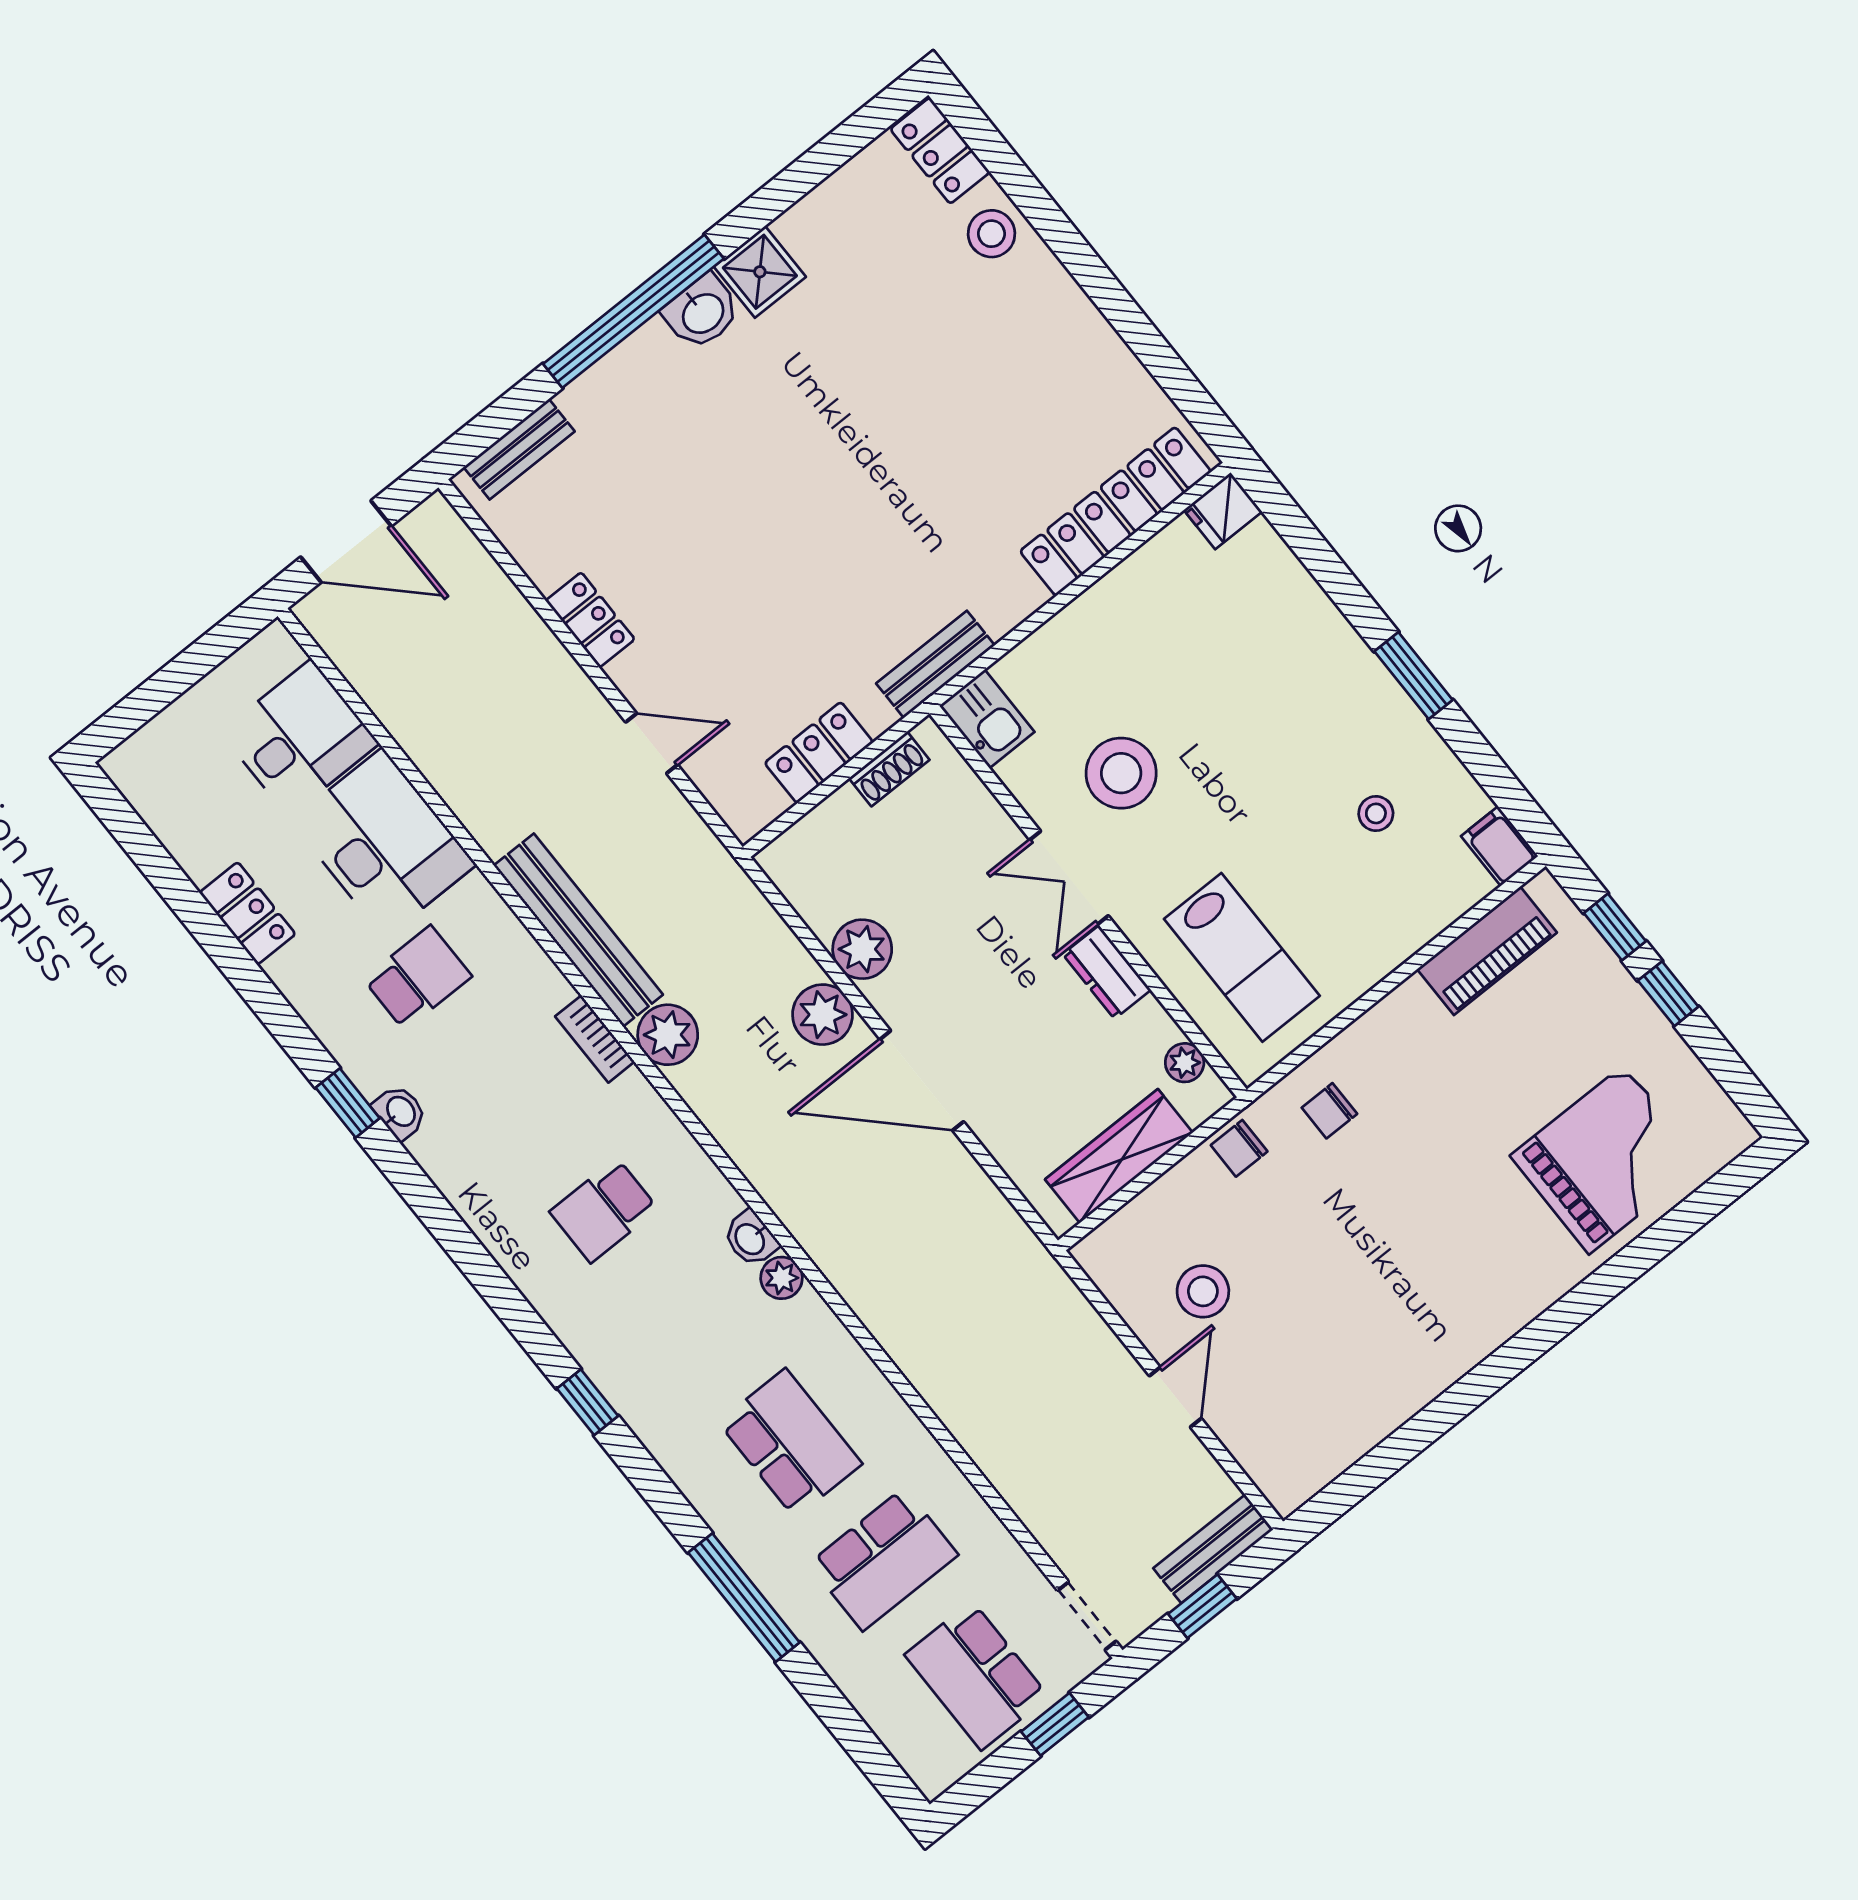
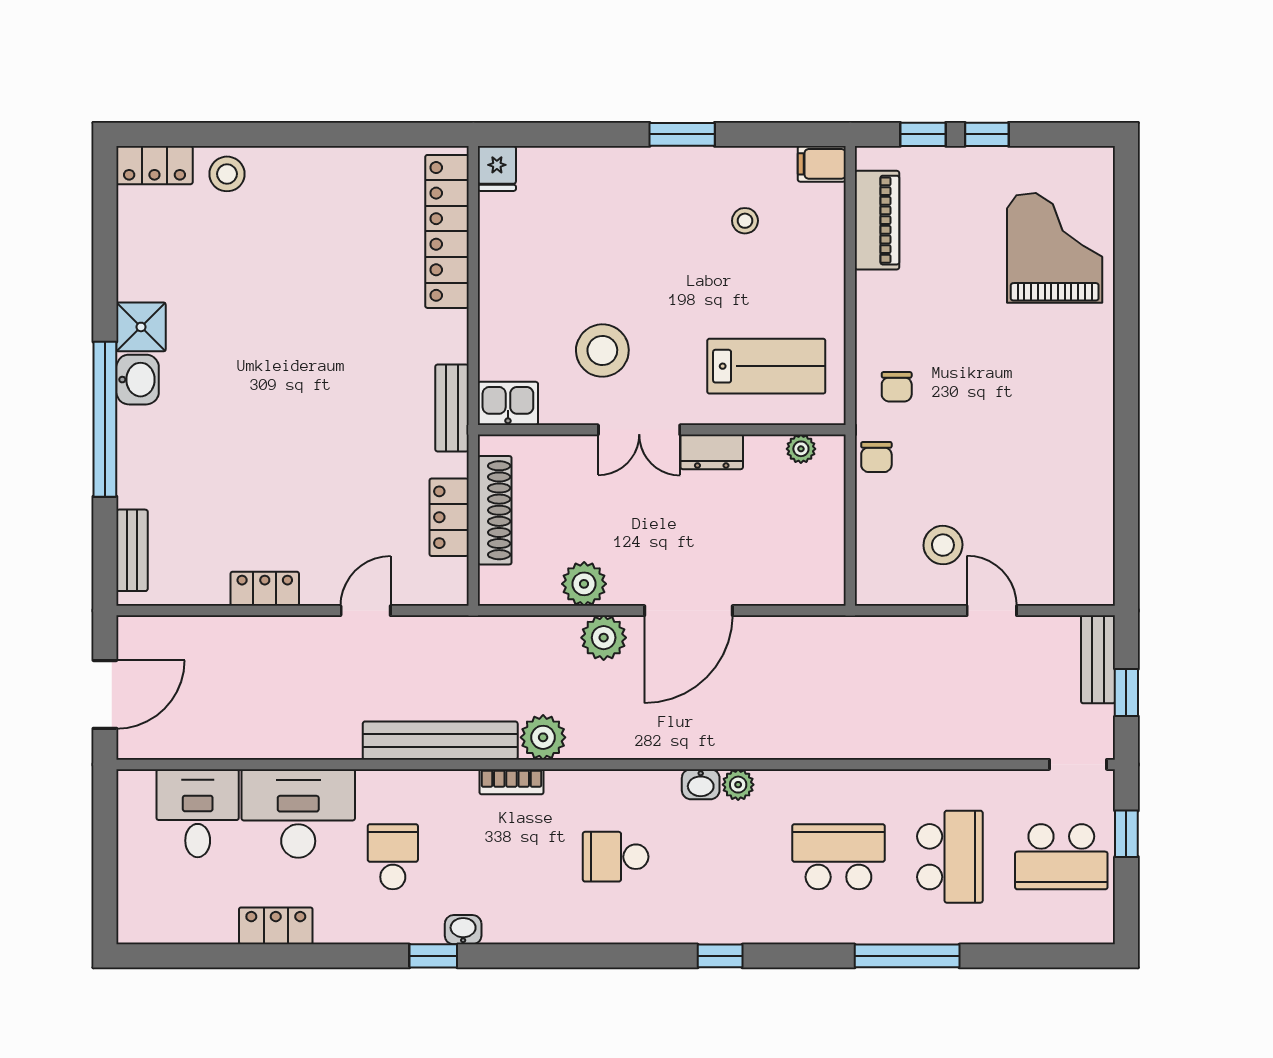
shoe rack: (889, 769) -> (495, 510), width x1.94, depth x1.24
wardrobe: (1119, 1156) -> (825, 531), removed
school desk: (604, 1210) -> (616, 857), turned 90

